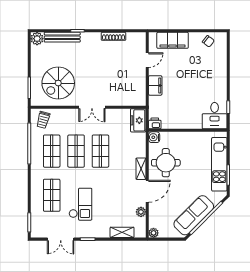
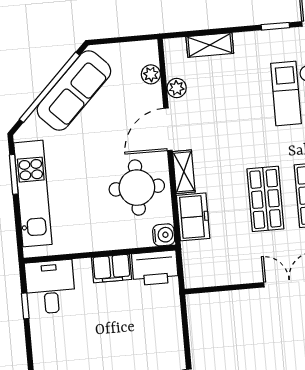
filing cabinet: (155, 85) -> (112, 268), moved, turned -90
freezer: (138, 120) -> (193, 217), moved
printer: (155, 123) -> (155, 268), width x1.87, depth x1.48
plant: (154, 233) -> (151, 74), moved

